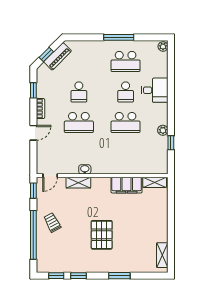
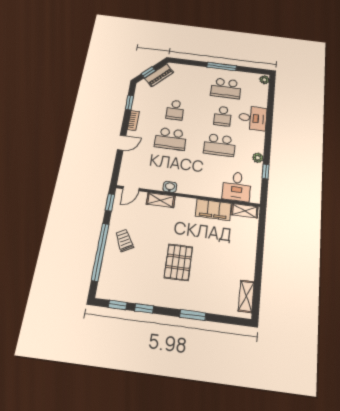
desk: (146, 161) -> (237, 186), added

